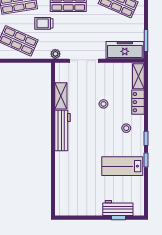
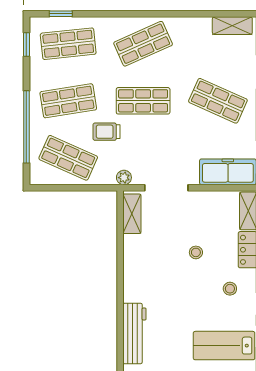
shelving: (61, 96) -> (132, 214), moved
workbench: (62, 131) -> (134, 333), moved

